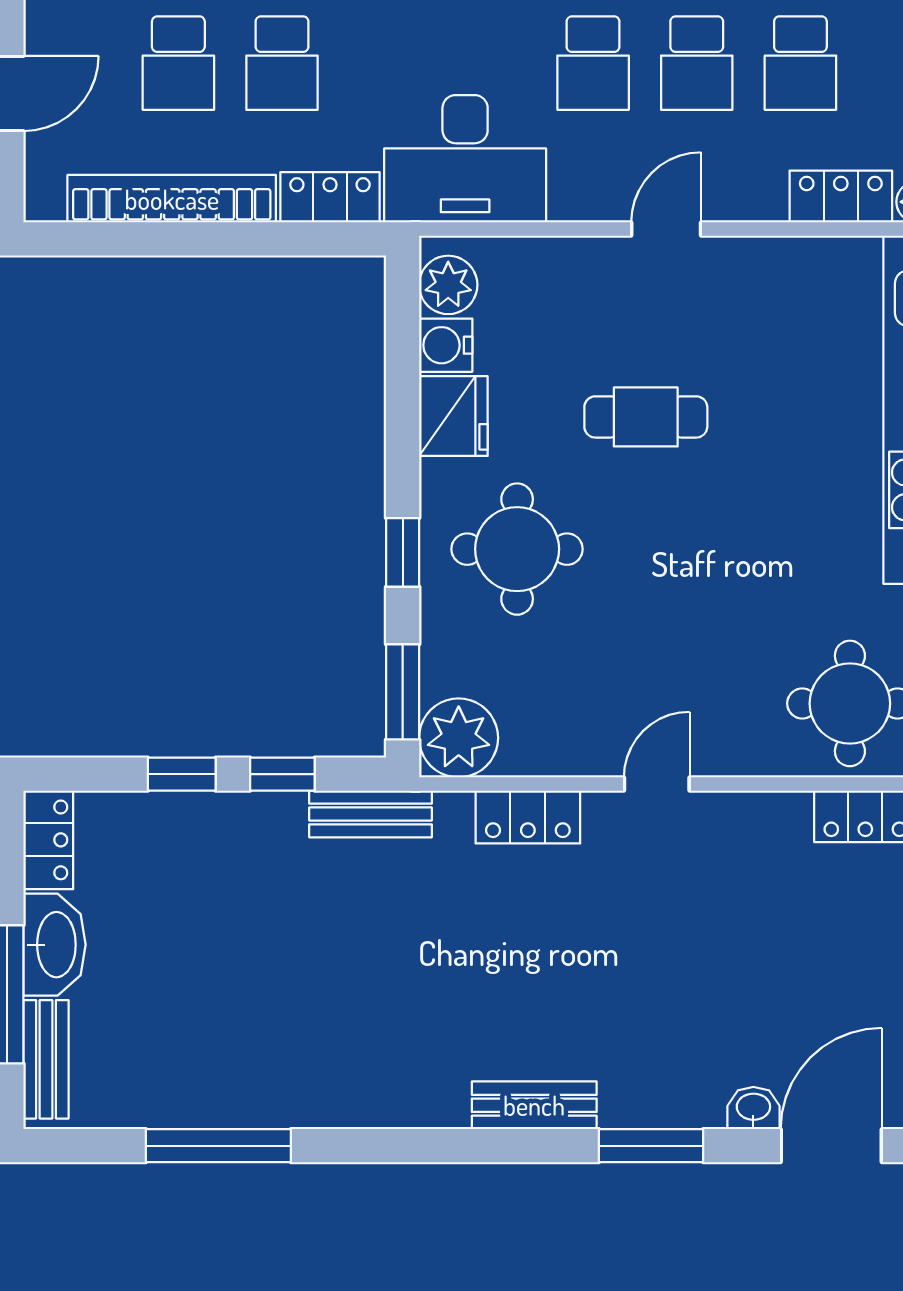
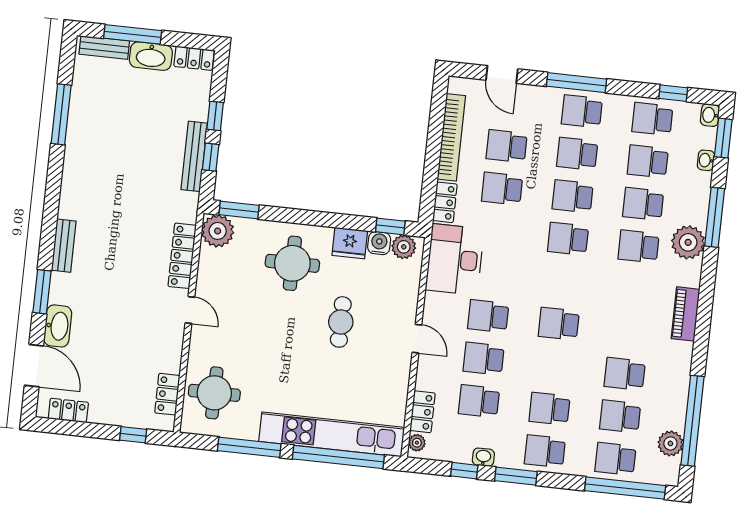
window: (403, 552) -> (390, 226), moved
bench: (371, 814) -> (194, 156), moved, width x1.36
locker: (528, 817) -> (182, 256), width x1.53
washbasin: (753, 1108) -> (58, 326), width x1.91, depth x1.45

